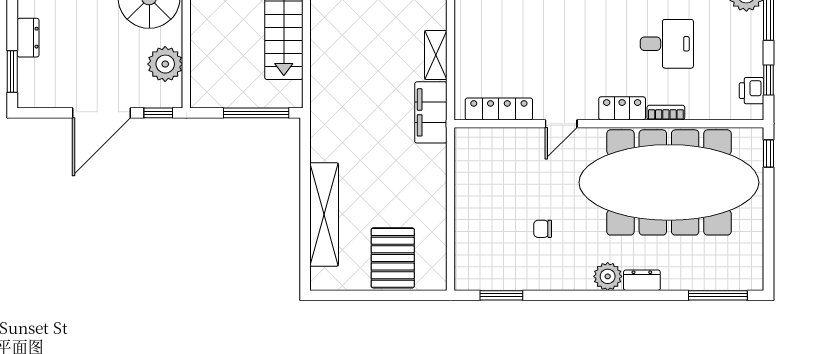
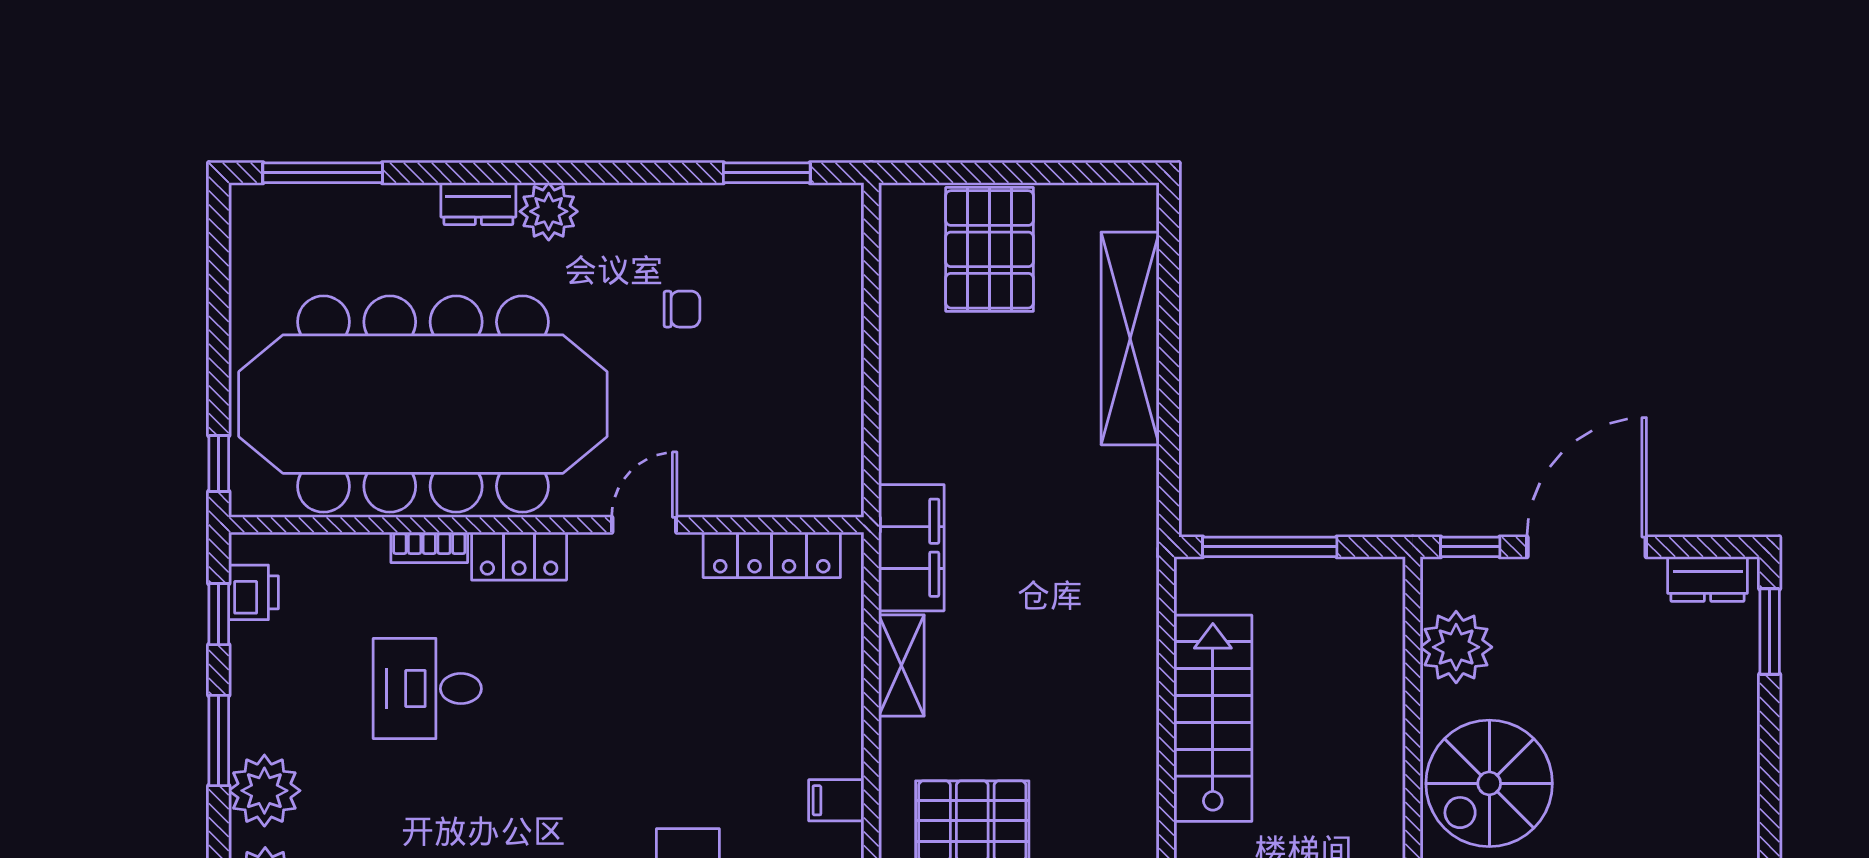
dresser: (28, 38) -> (1708, 579), moved, turned -90

